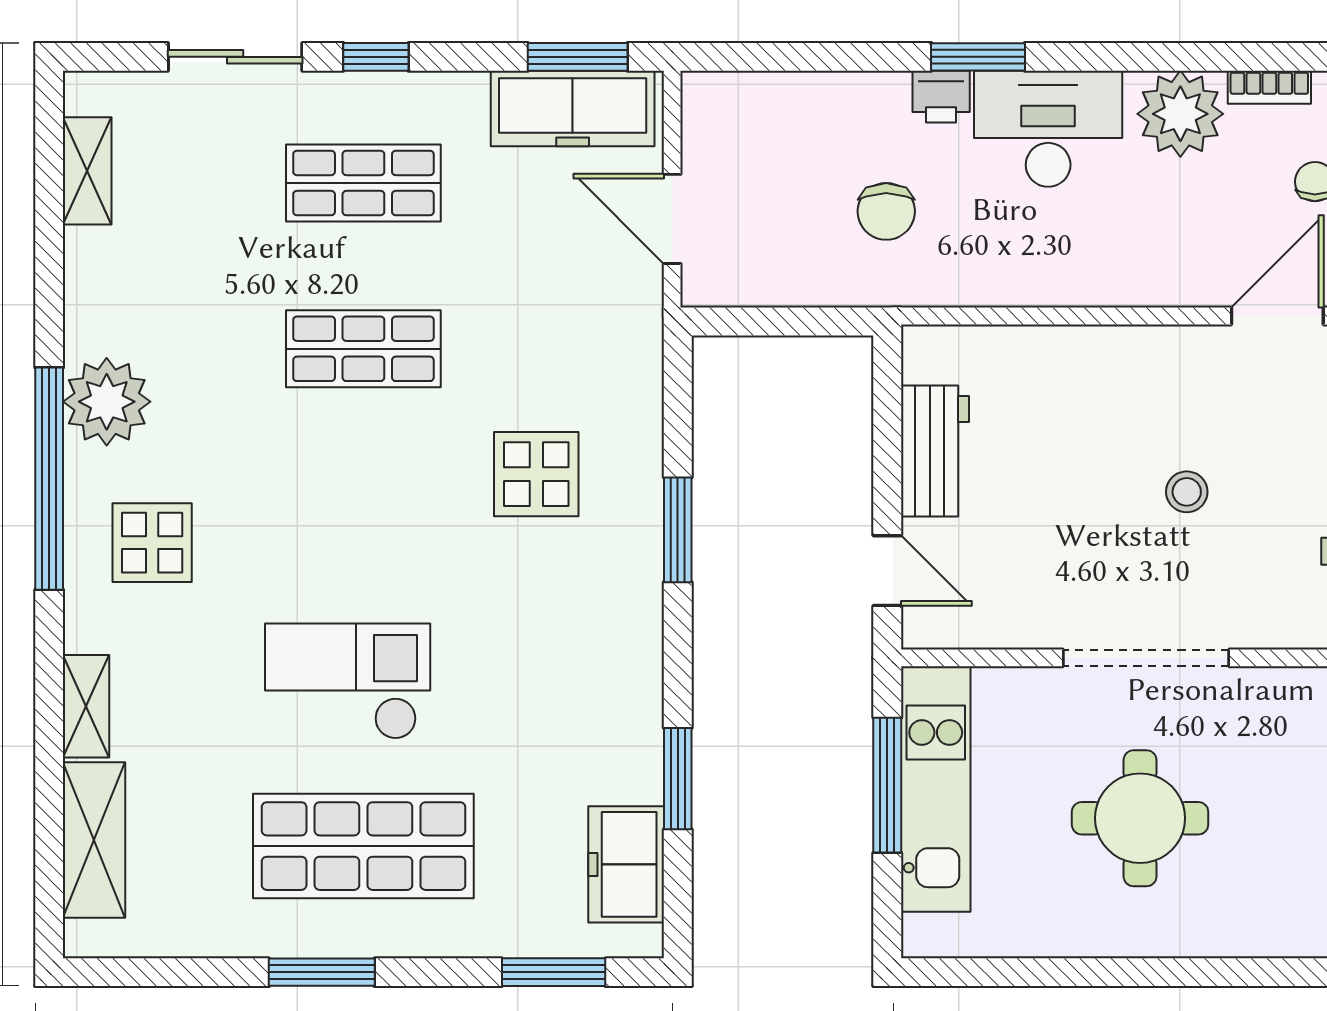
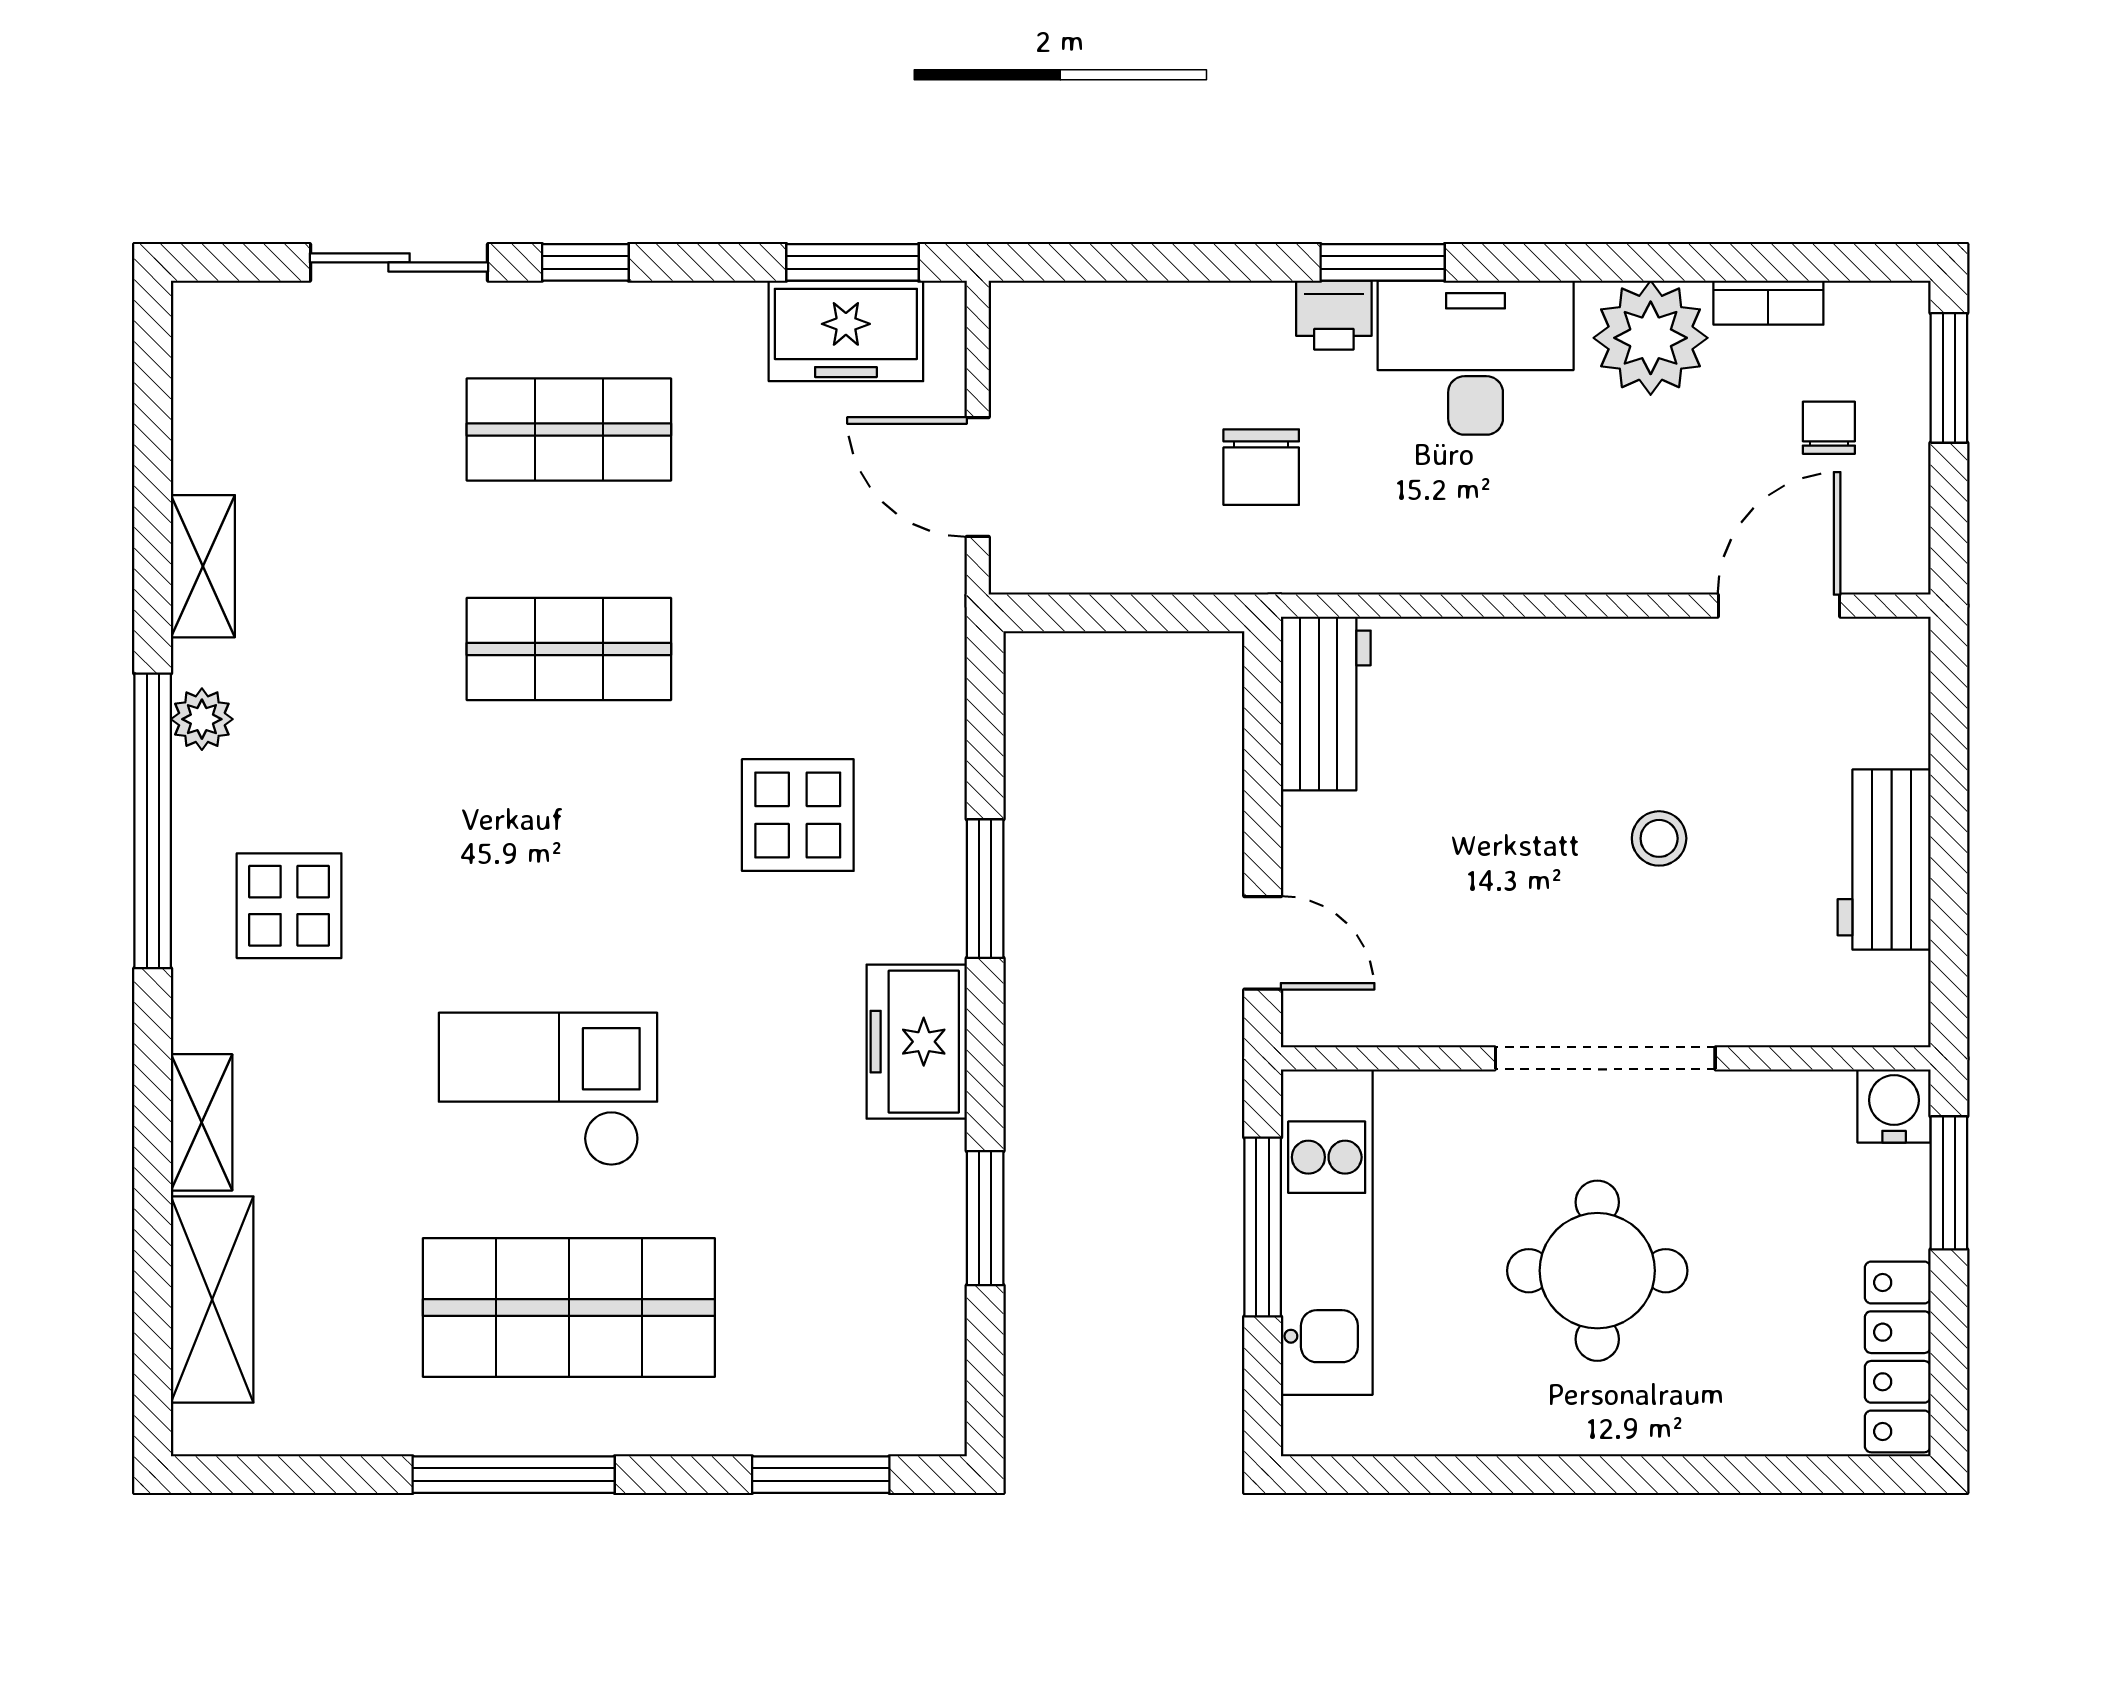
freezer: (573, 109) -> (846, 331), width x0.71
shelving: (87, 171) -> (203, 566), moved
plant: (107, 402) -> (202, 719), width x0.53, depth x0.53
workbench: (935, 451) -> (1326, 704), moved
freezer: (626, 864) -> (917, 1042), moved
window: (322, 972) -> (514, 1475), width x1.44

